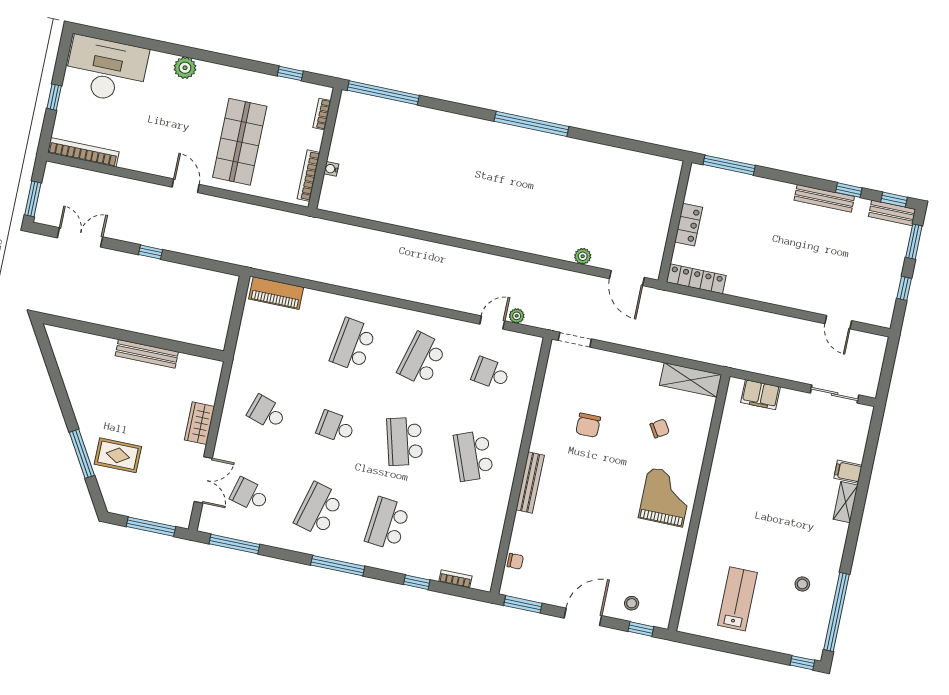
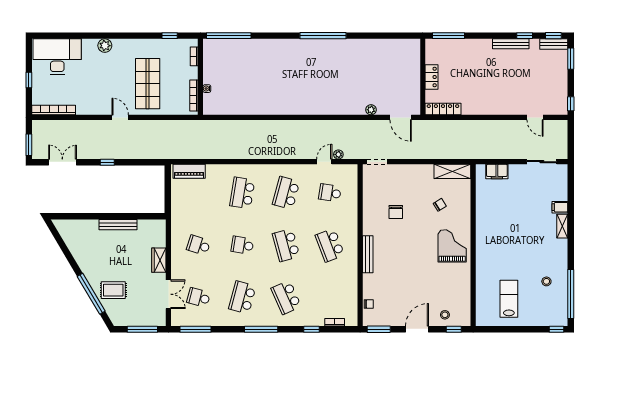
window: (904, 288) -> (571, 104), moved
window: (82, 454) -> (91, 294), width x1.46
school desk: (387, 524) -> (286, 297), turned -30

